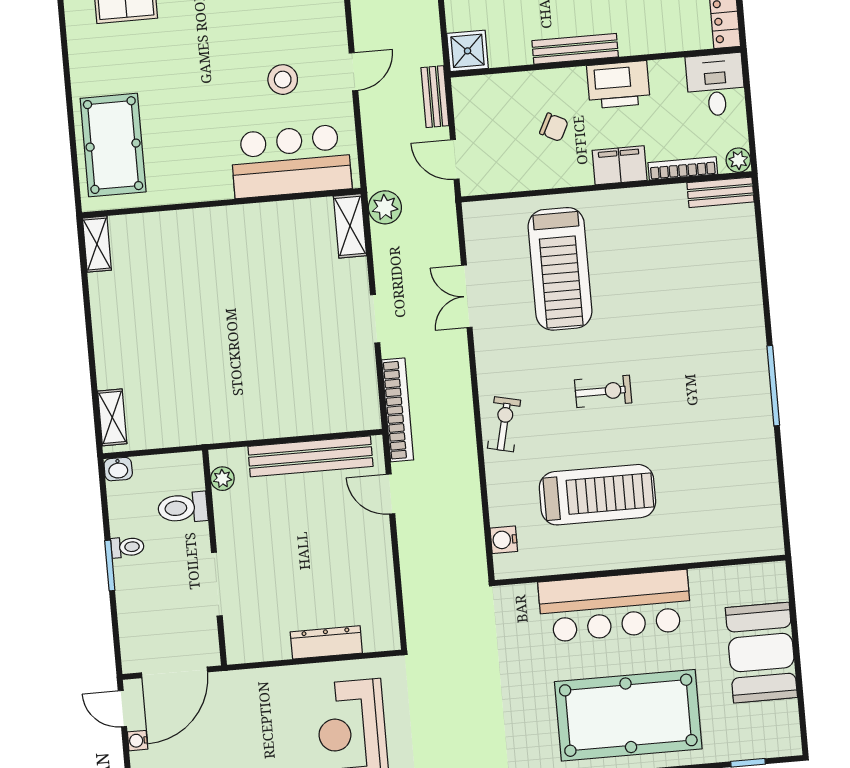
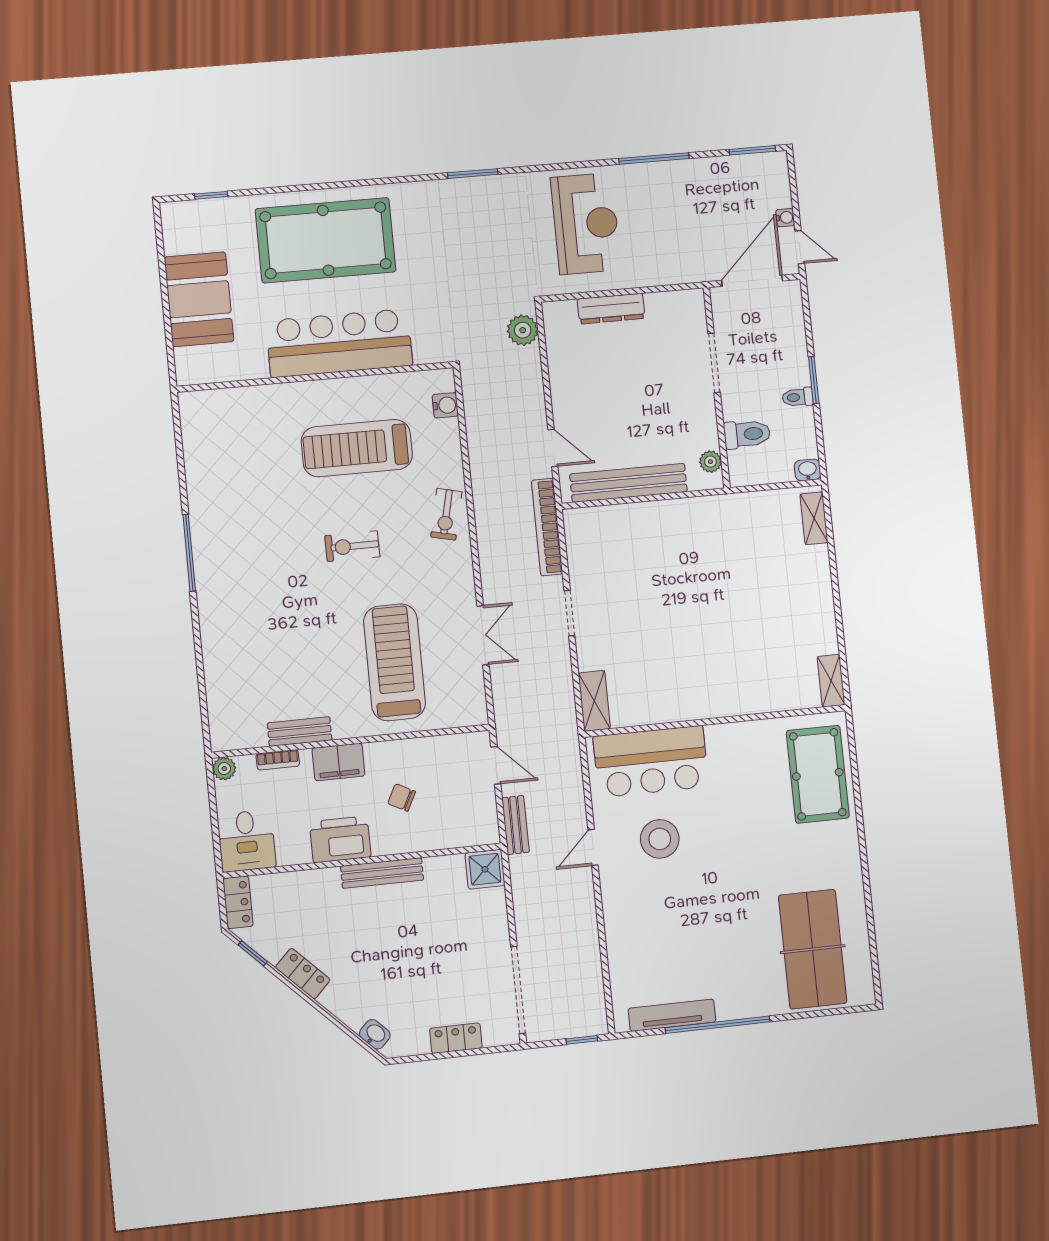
stool: (283, 80) -> (660, 839), width x1.38, depth x1.38
bookcase: (683, 168) -> (278, 760), width x0.64
bench: (721, 192) -> (300, 732), moved
plant: (385, 207) -> (523, 330), moved

